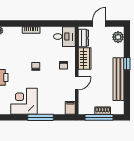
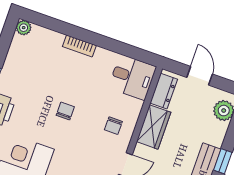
door: (99, 23) -> (200, 76), hinge flipped

